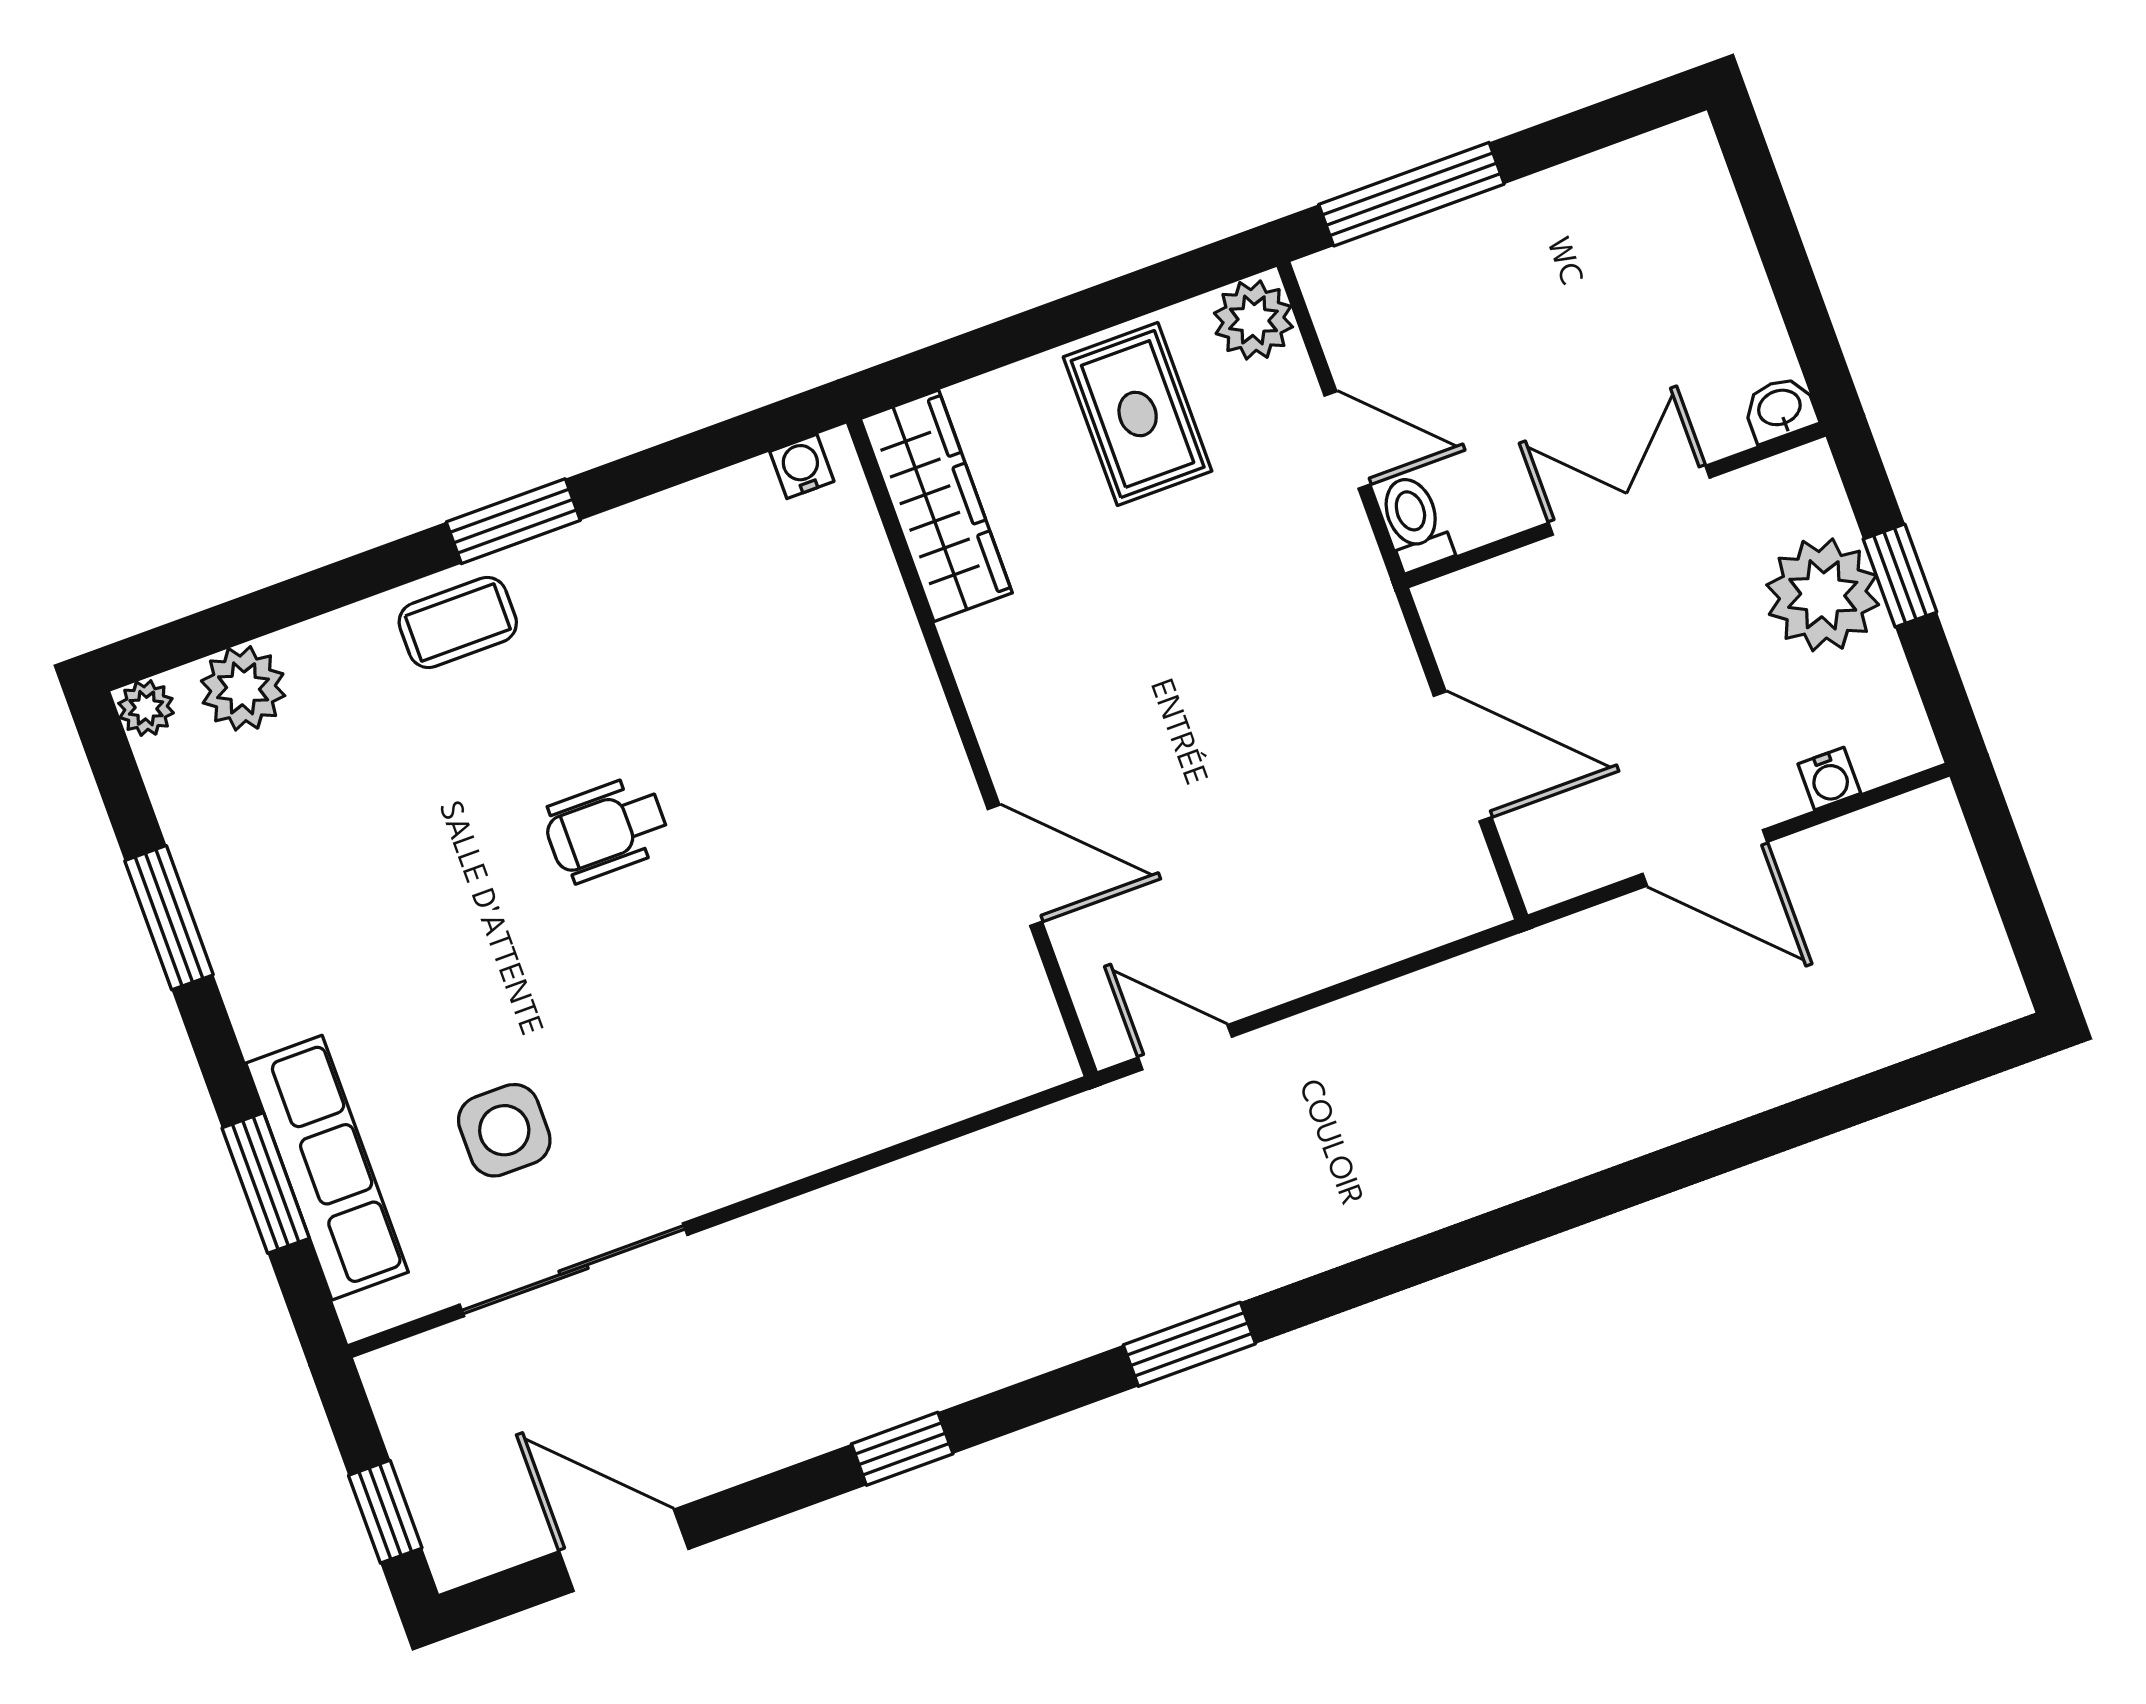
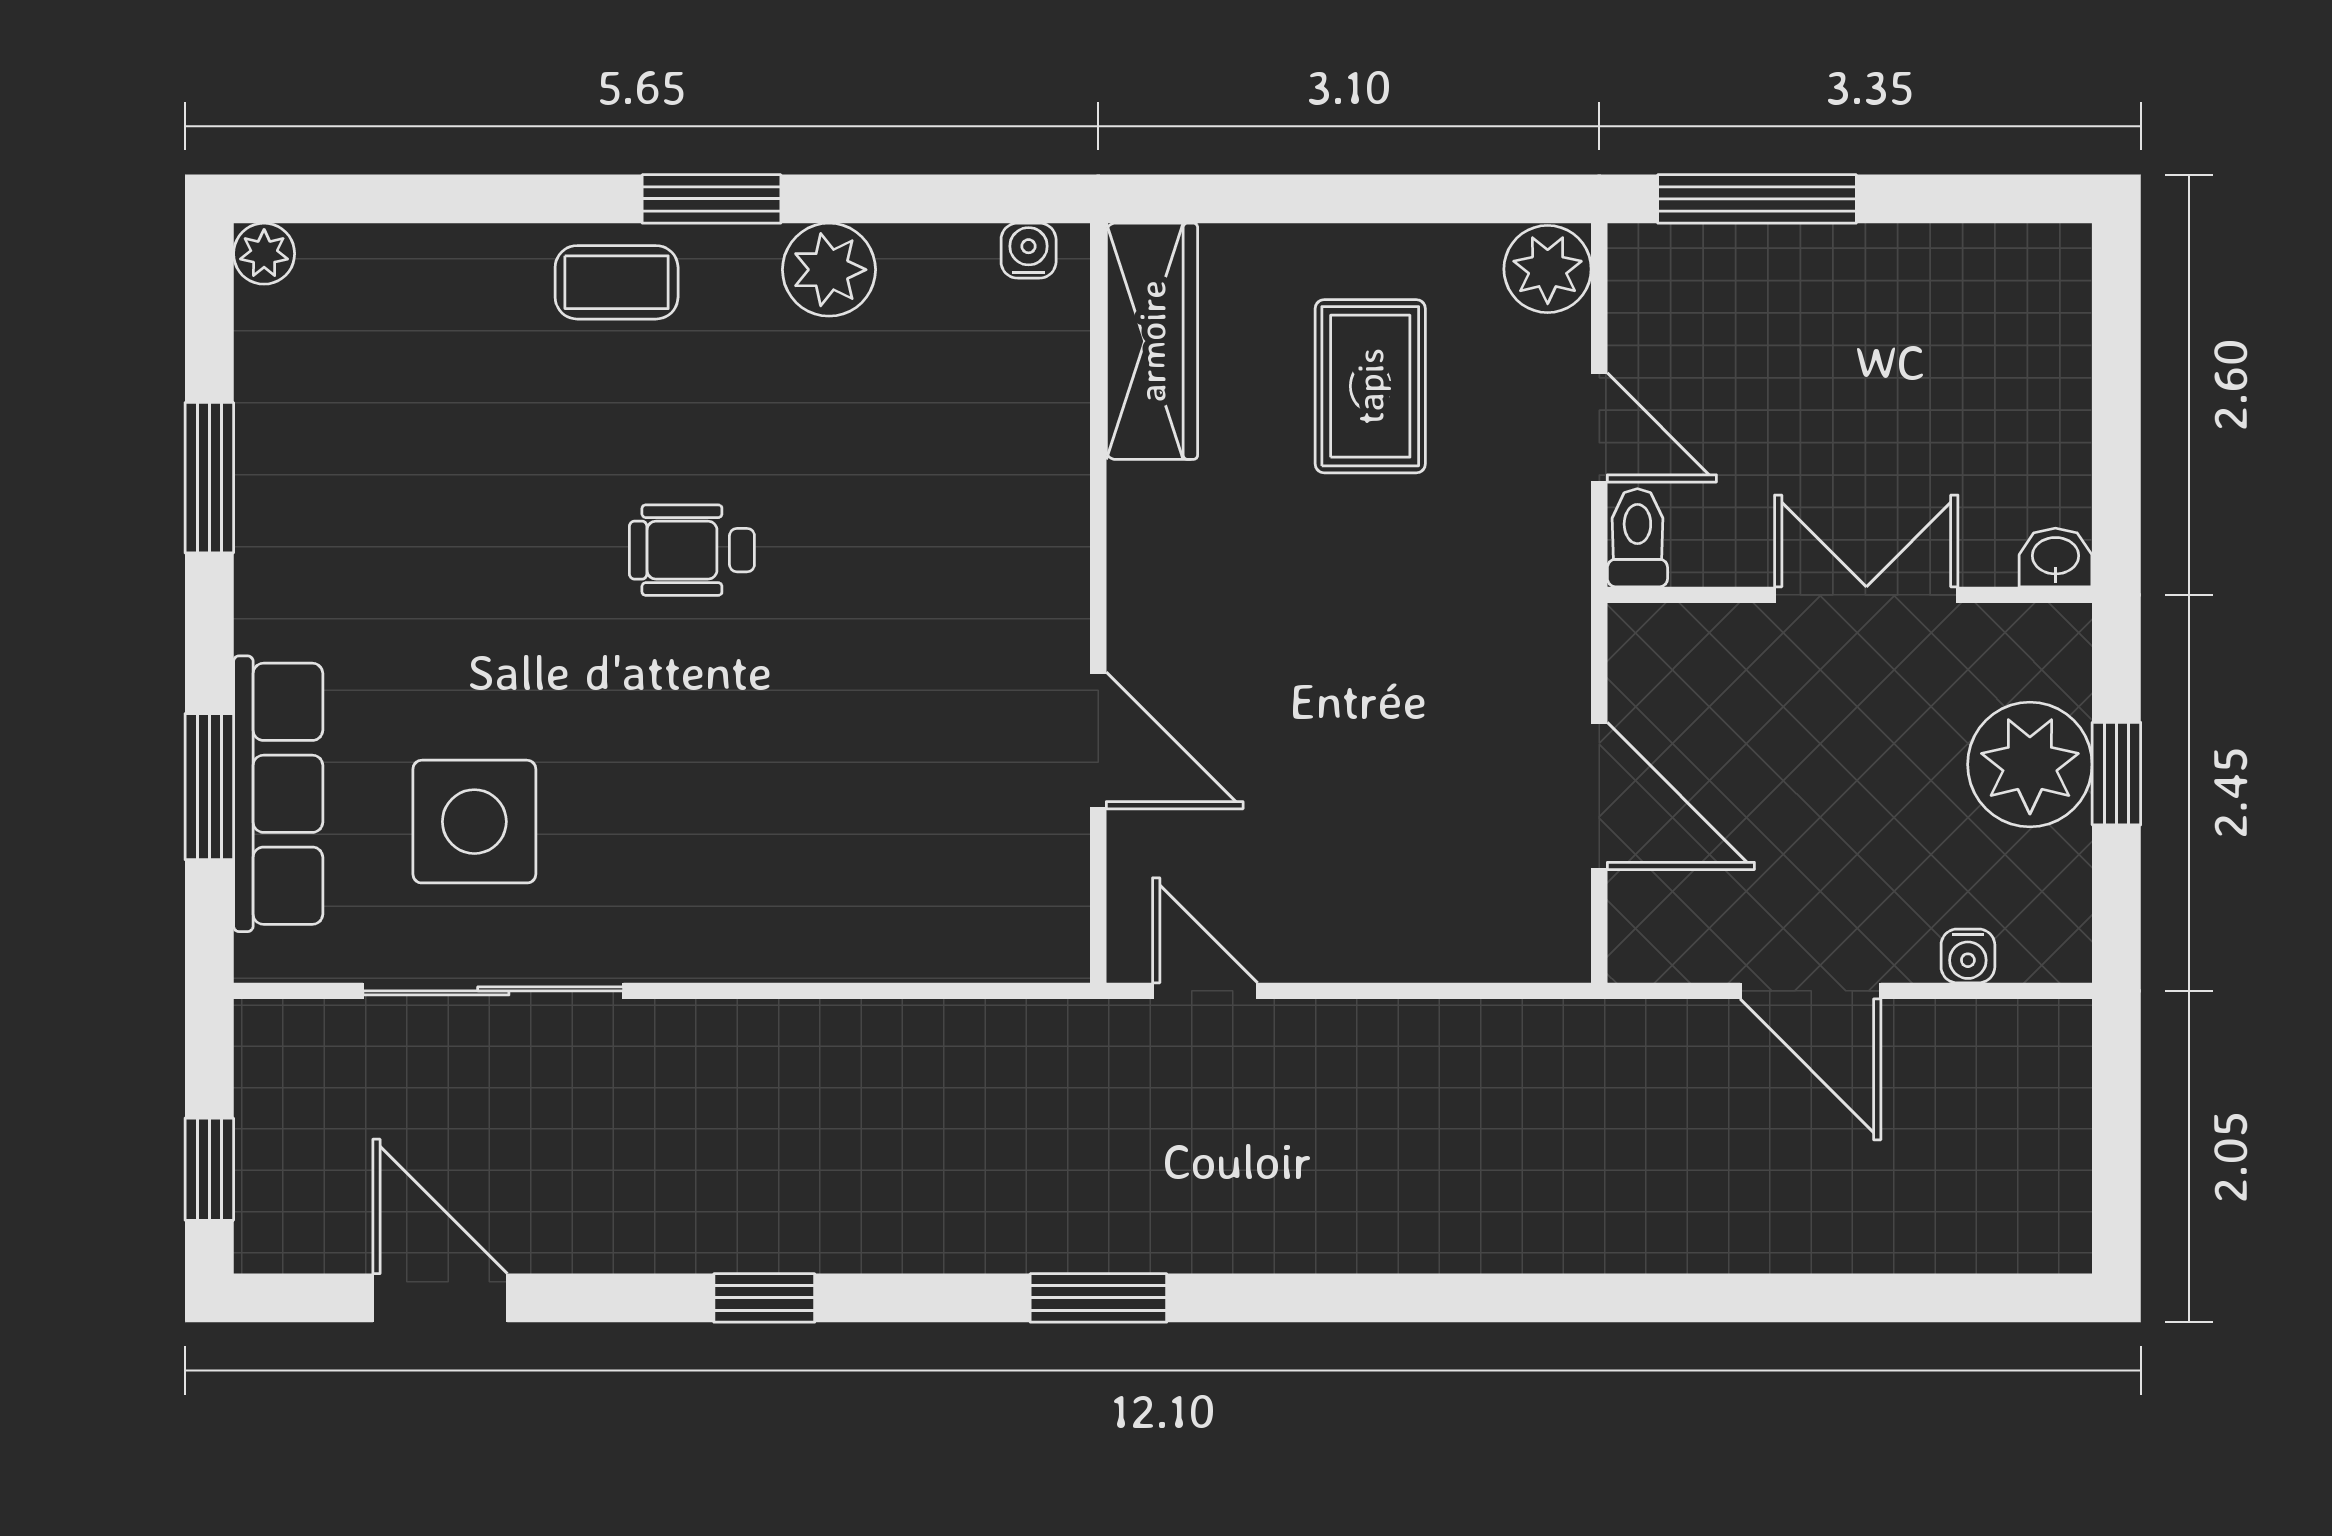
rug: (1138, 414) -> (1370, 386), moved
plant: (243, 688) -> (829, 270), moved
side table: (504, 1130) -> (474, 822), width x1.37, depth x1.37

